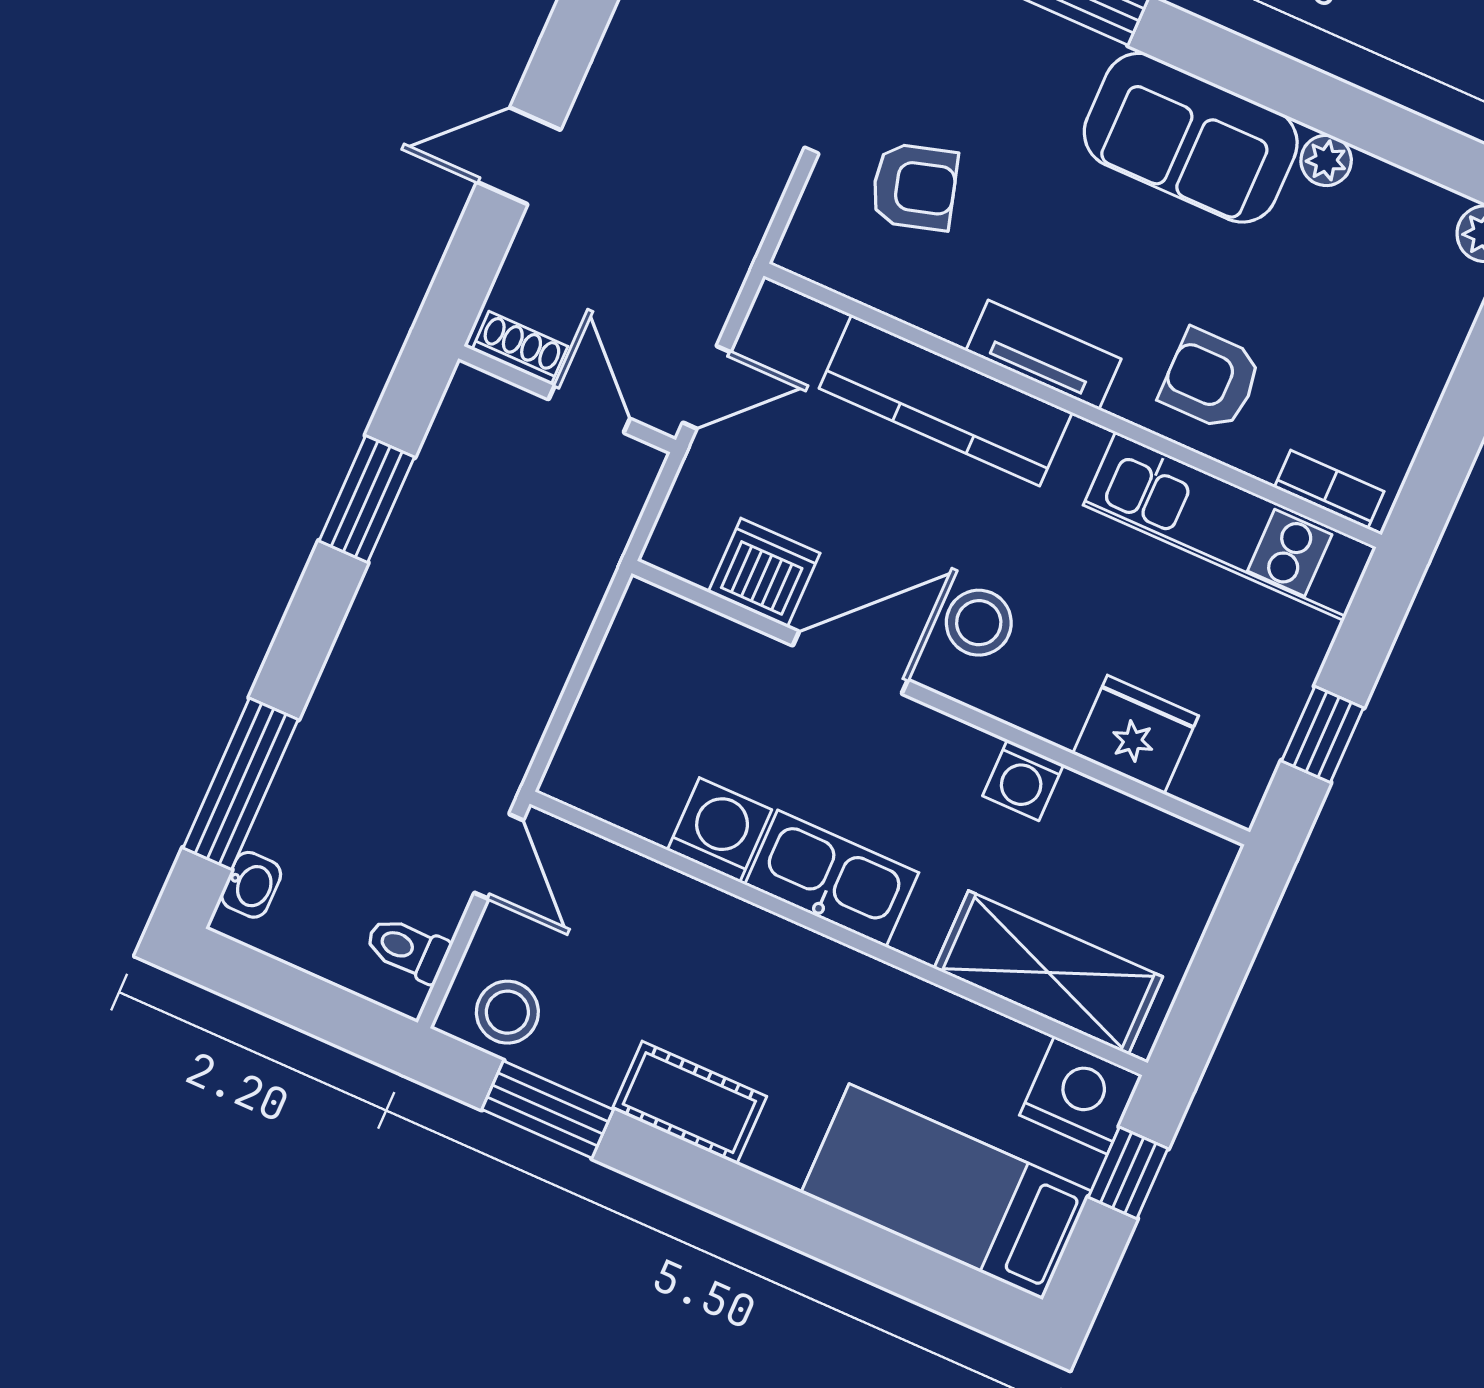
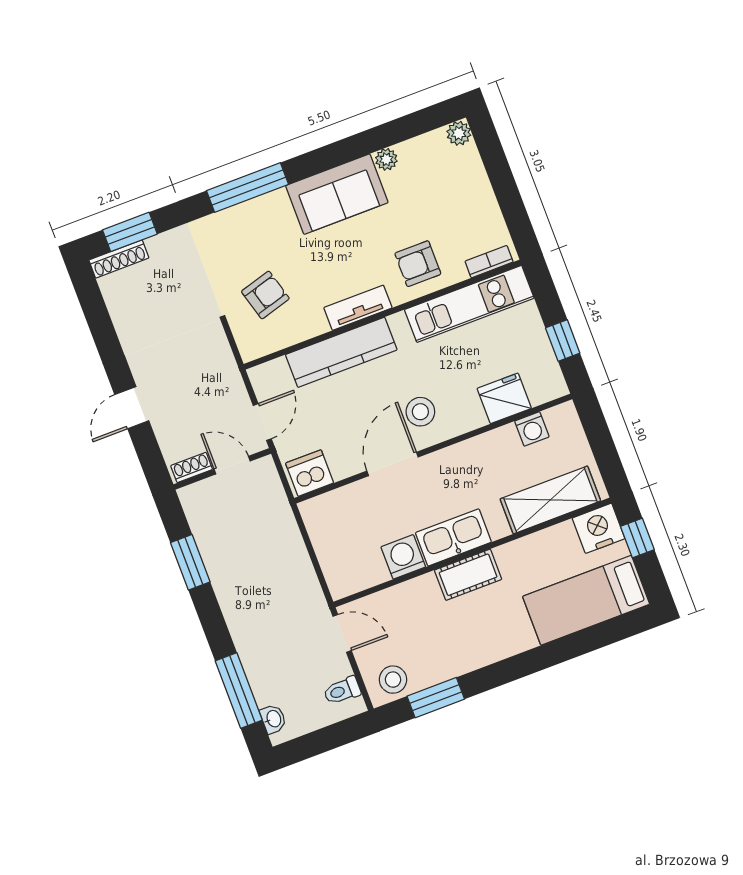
dishwasher: (764, 573) -> (310, 473), moved
washing machine: (1023, 780) -> (532, 429), moved
cot: (689, 1103) -> (468, 575), moved

